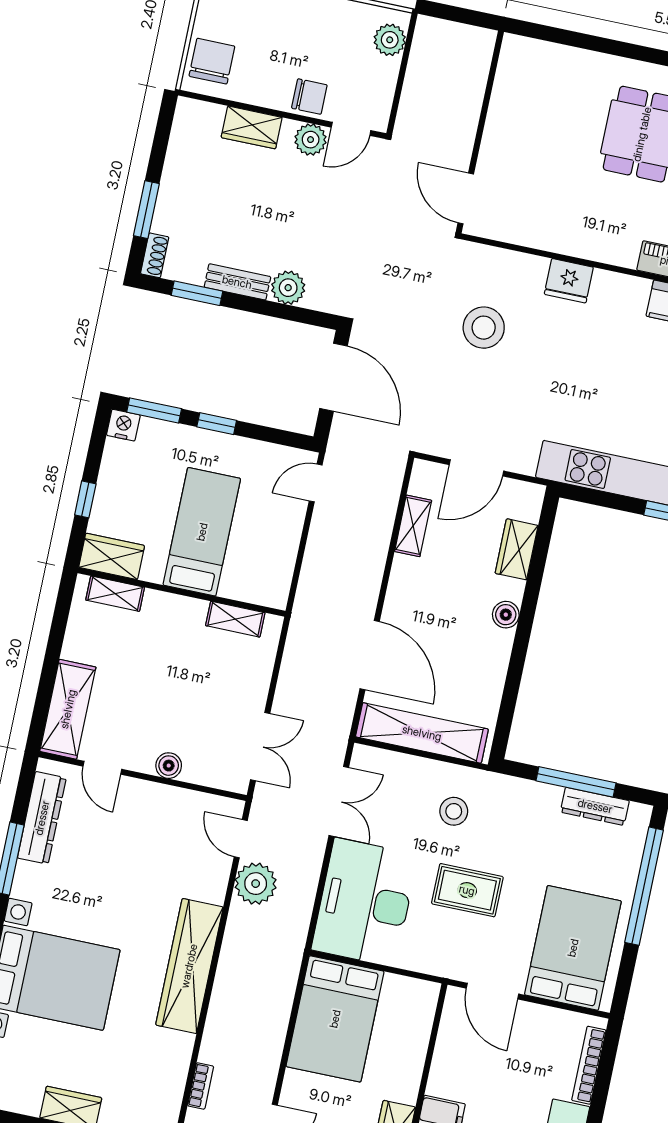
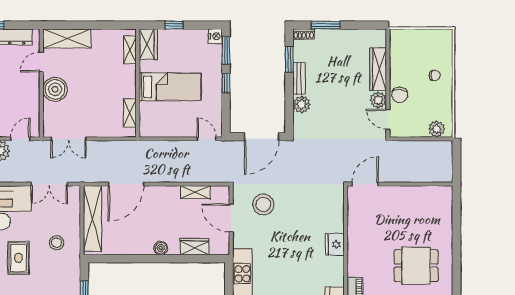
chair: (212, 61) -> (435, 76), moved, width x0.54, depth x0.54
wardrobe: (252, 127) -> (378, 69), width x1.50
stool: (484, 328) -> (263, 204), moved
boiler: (169, 766) -> (55, 89), width x1.86, depth x1.86

